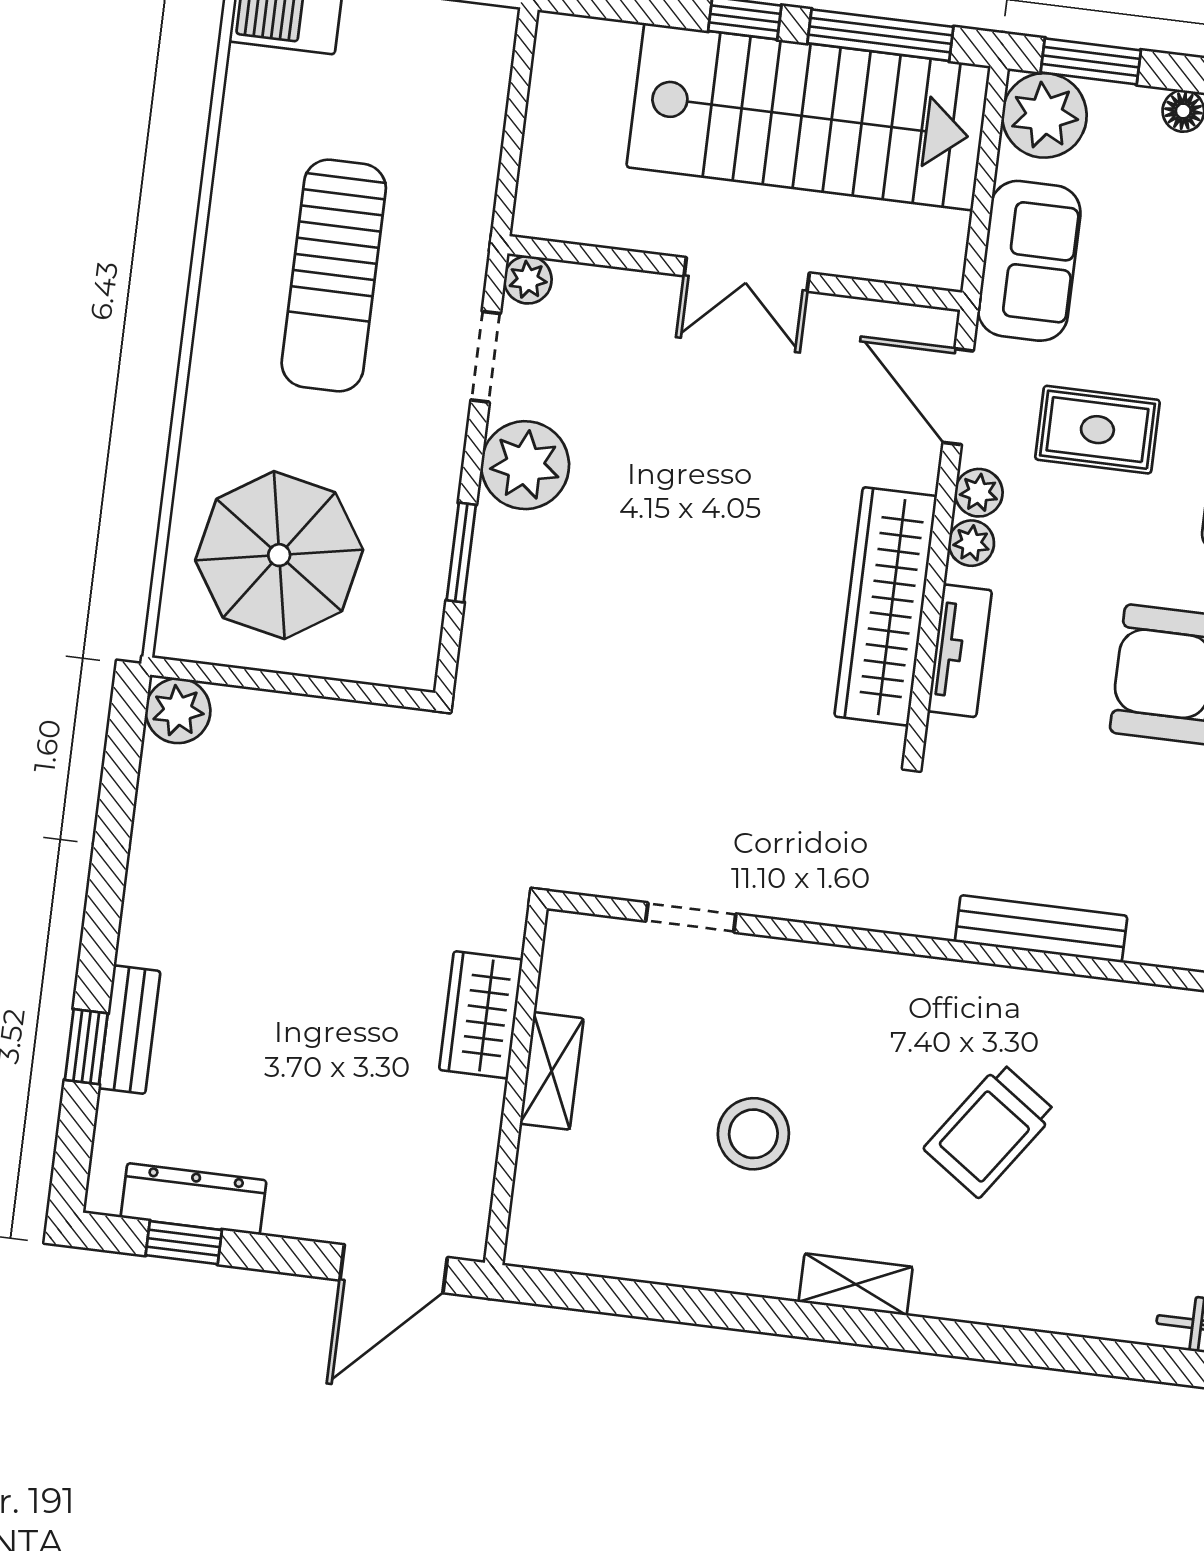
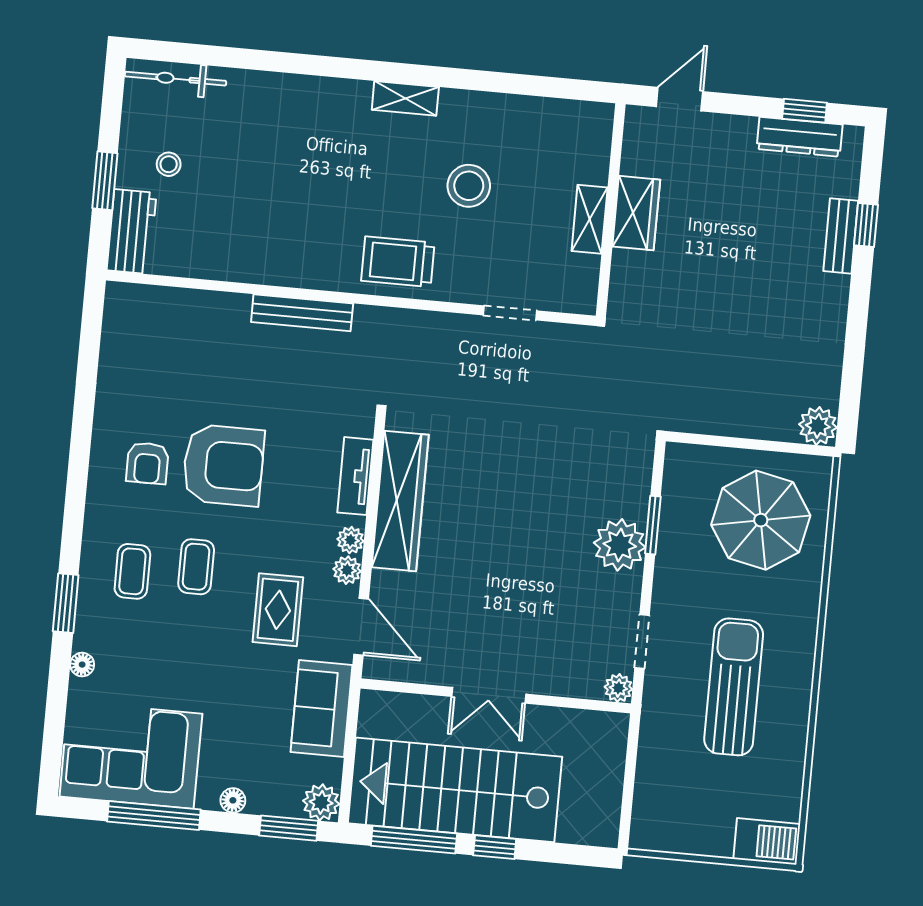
plant: (1044, 115) -> (321, 802), width x0.73, depth x0.73
double door: (747, 274) -> (489, 695), swing flipped
rug: (1097, 430) -> (278, 610), turned 90
plant: (525, 465) -> (620, 545), moved
wardrobe: (481, 1015) -> (636, 213), moved
trolley: (990, 1130) -> (398, 262), moved, turned -125
door: (394, 1269) -> (680, 99), width x0.73

